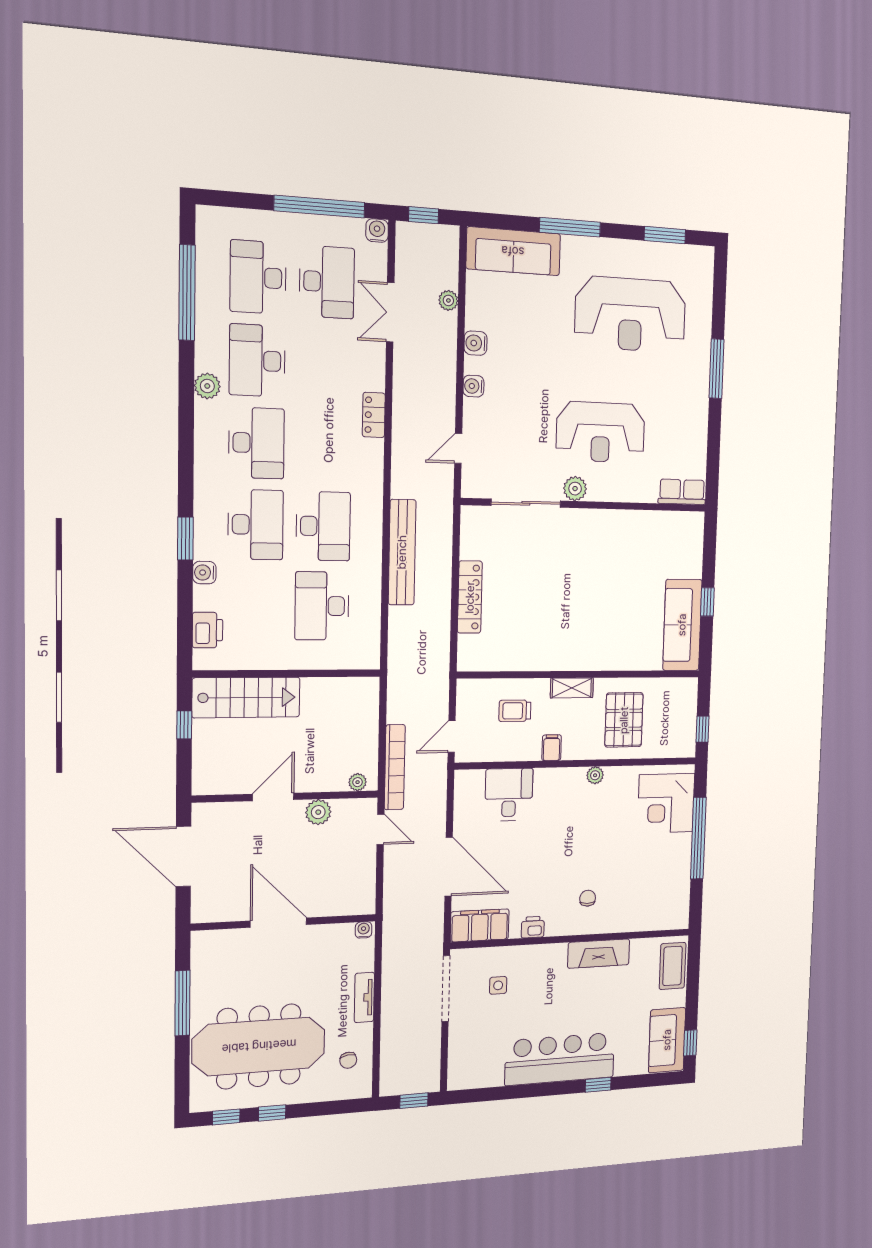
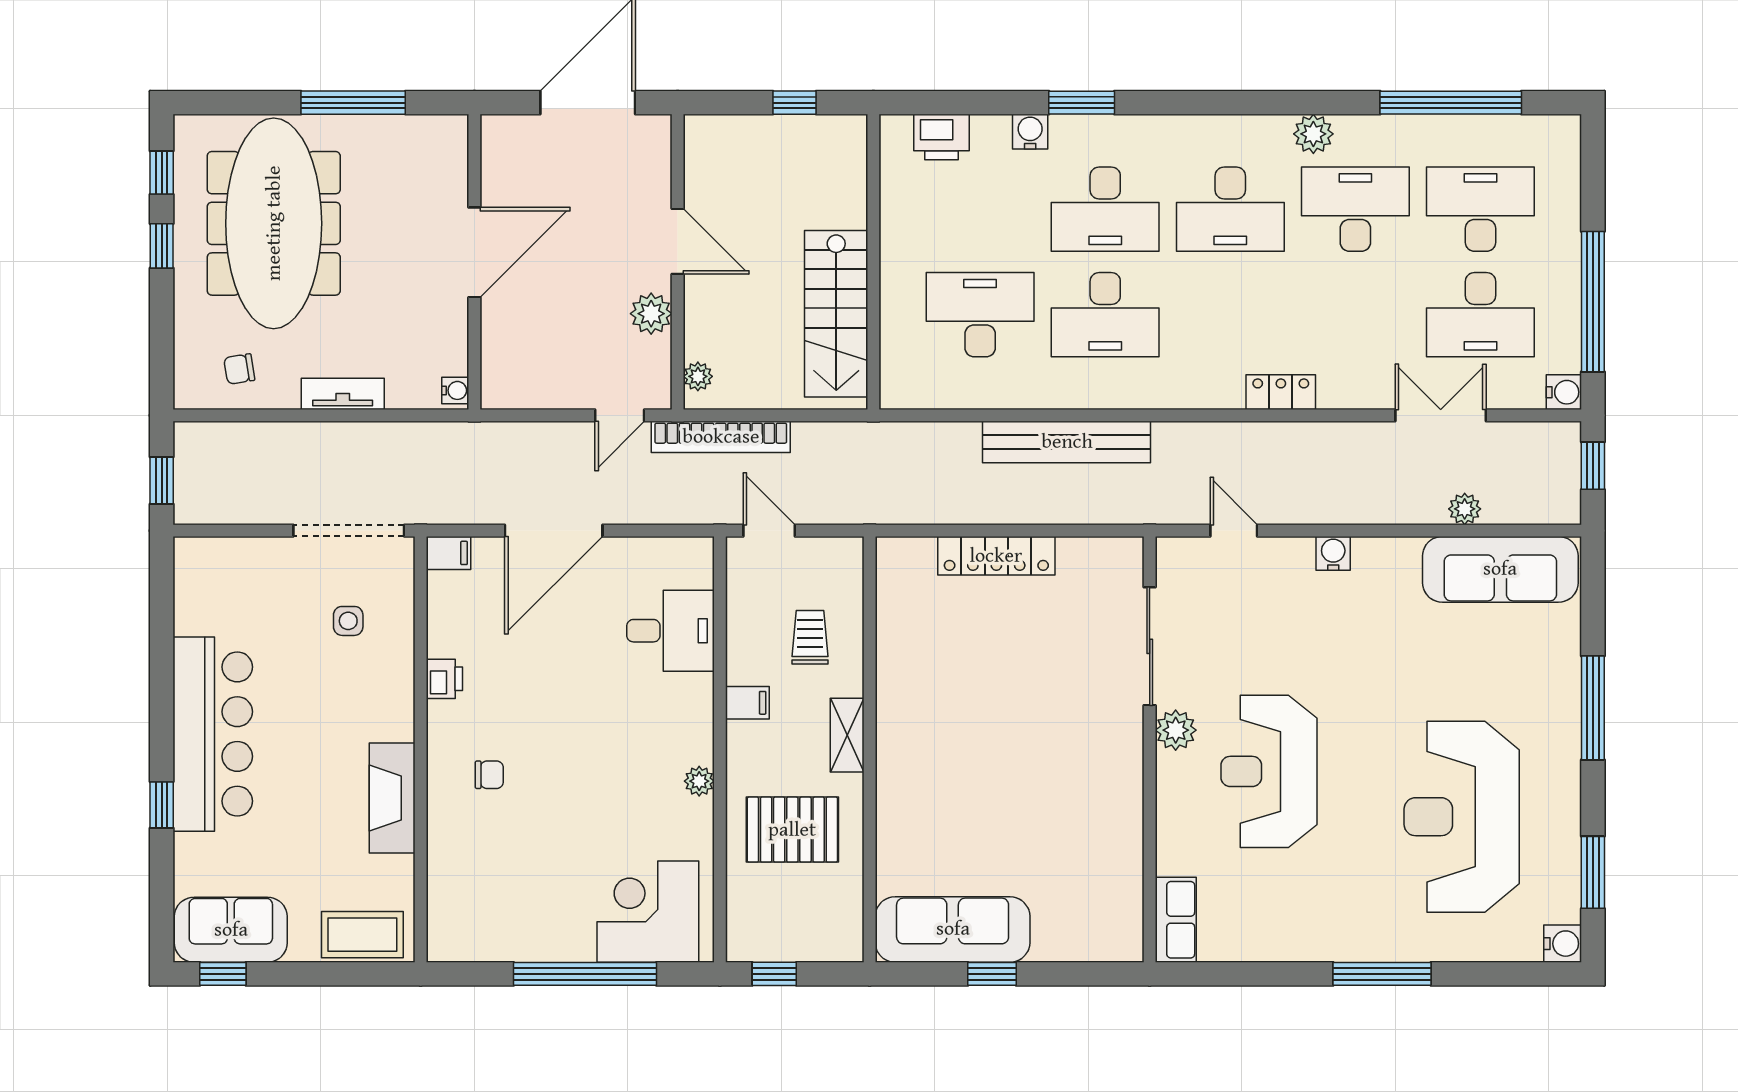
sofa: (513, 251) -> (1500, 569), moved, turned -90
water cooler: (476, 343) -> (1563, 944), moved, turned 90
stairs: (246, 697) -> (836, 314), moved
filing cabinet: (480, 925) -> (449, 553), width x0.33, depth x0.86

